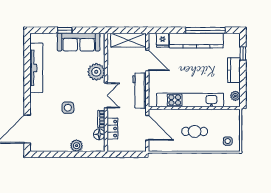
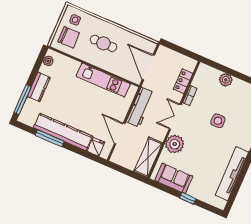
window: (205, 30) -> (50, 138), width x0.68
shelving: (129, 40) -> (148, 157), moved, turned 90
sofa: (79, 42) -> (174, 178), width x0.73
window: (243, 53) -> (23, 99), width x2.17
kitchen unit: (190, 100) -> (103, 80), width x0.73
chair: (227, 124) -> (69, 37), added
floor lamp: (99, 134) -> (198, 81), removed

